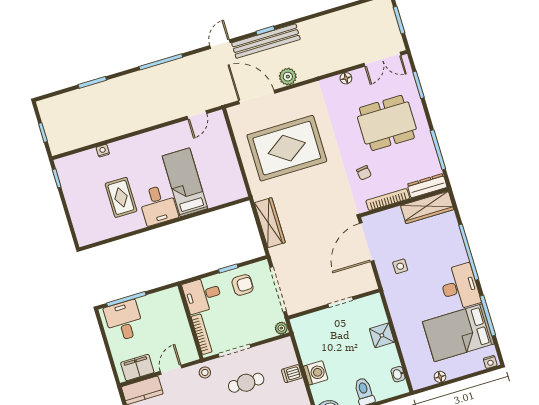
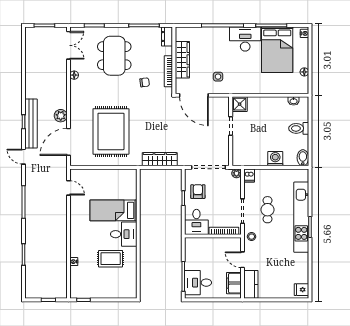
dresser: (427, 186) -> (167, 36), width x0.70
wardrobe: (427, 207) -> (182, 60), moved
shower: (382, 335) -> (240, 104), moved
dishwasher: (292, 374) -> (249, 176), moved

